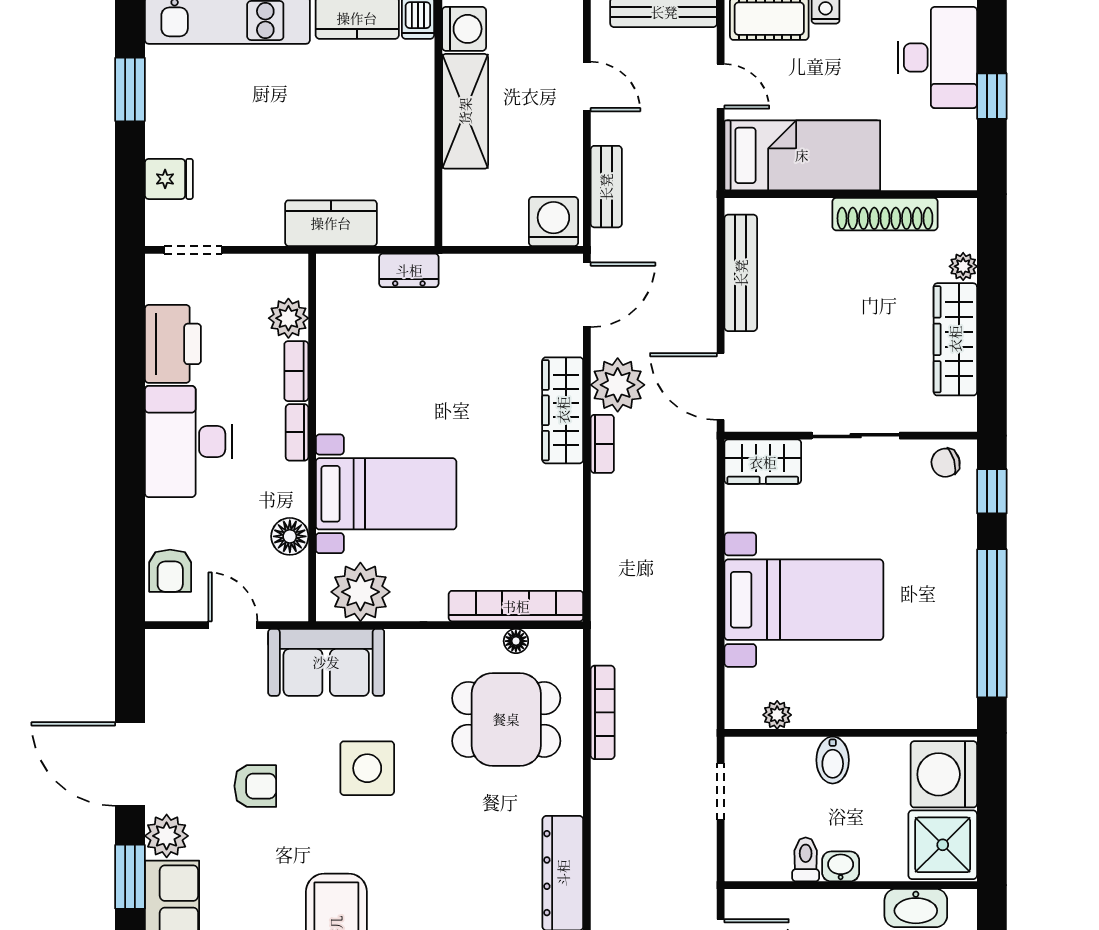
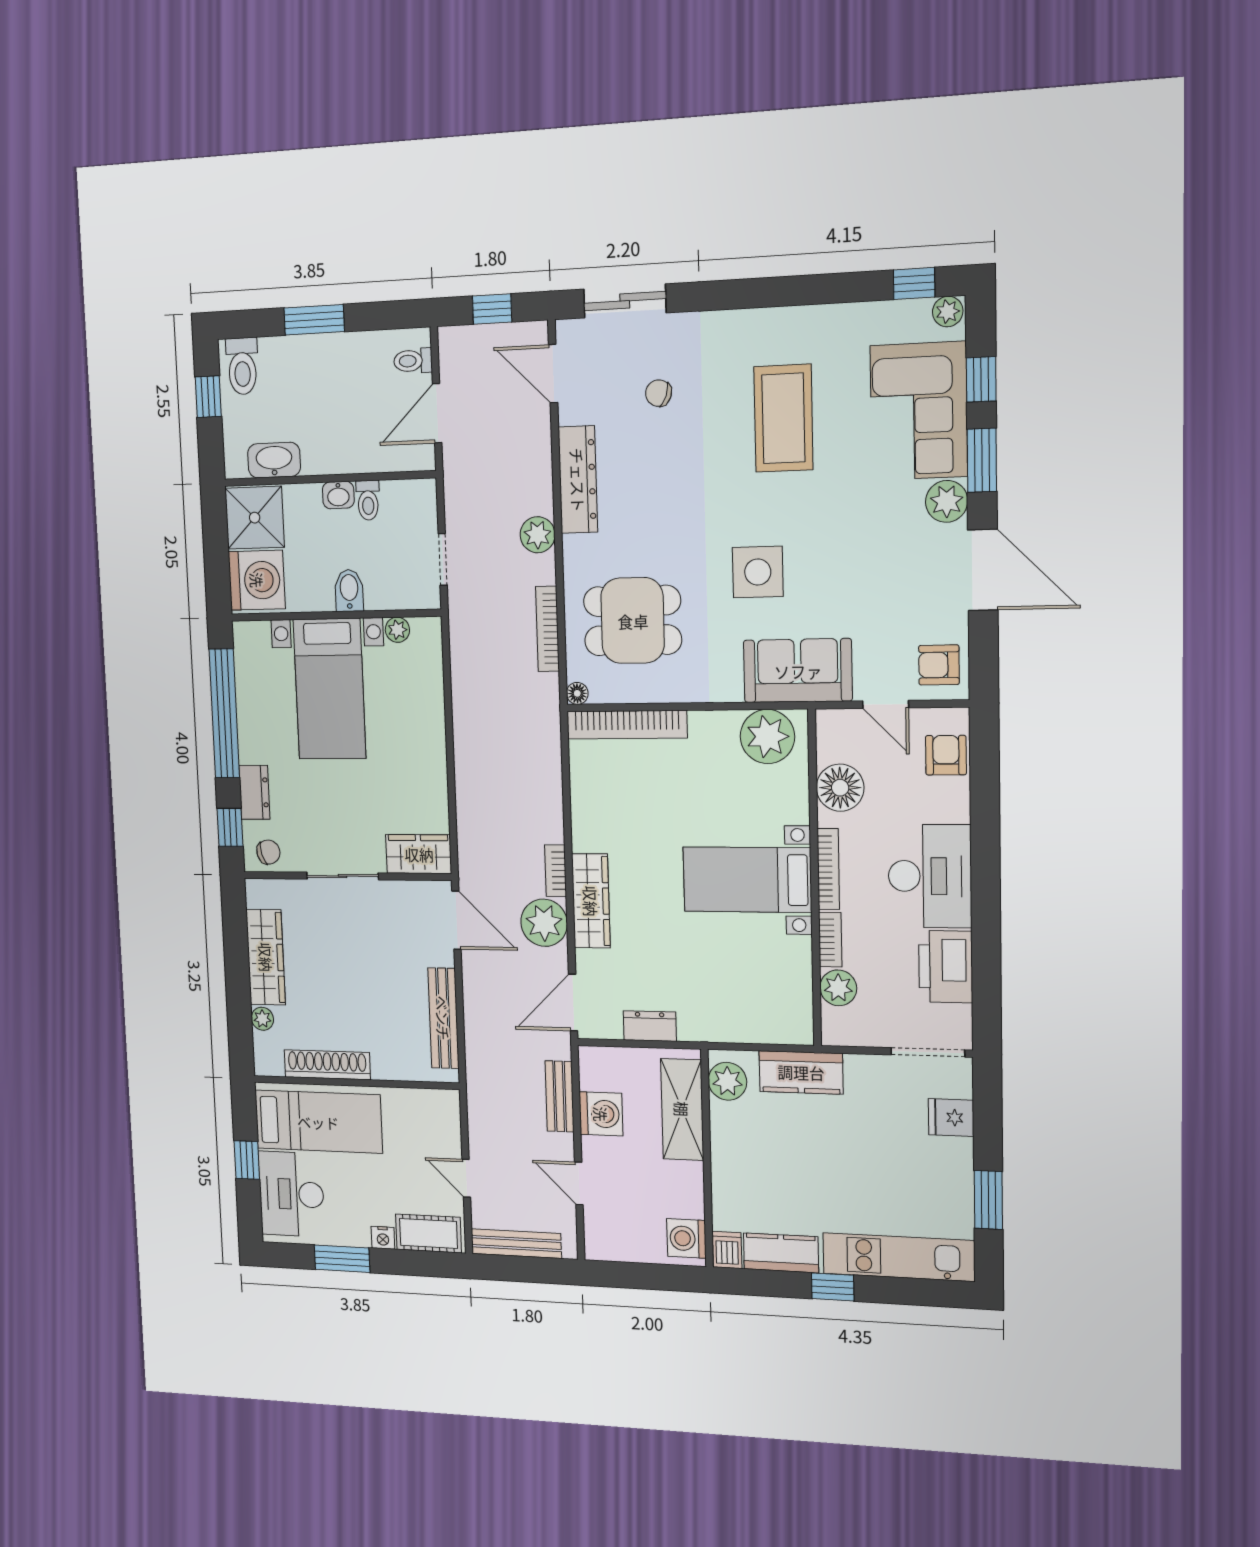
shelving: (465, 111) -> (682, 1109), moved
bed: (802, 155) -> (318, 1122), moved, turned 180
plant: (413, 211) -> (727, 1081), added
washing machine: (553, 222) -> (601, 1114), moved, turned -90
doorway: (193, 250) -> (928, 1052), width x1.38
dresser: (409, 270) -> (650, 1026), moved
bookcase: (297, 432) -> (828, 869), width x1.56
bed with nightstands: (386, 494) -> (747, 880), moved
dresser: (959, 532) -> (254, 792), added
floor lamp: (290, 536) -> (840, 788), width x1.38, depth x1.38
bed with nightstands: (804, 600) -> (330, 689), moved, turned -90
floor lamp: (516, 641) -> (577, 693), moved
armchair: (255, 786) -> (939, 665), moved
plant: (610, 815) -> (538, 535), added

